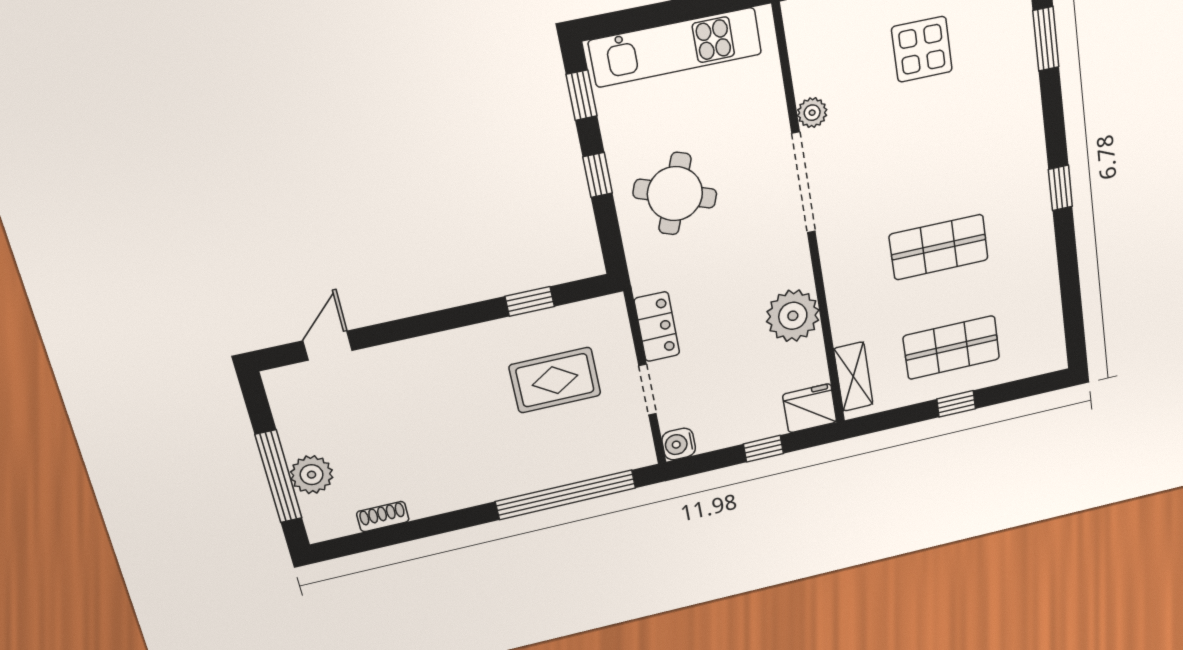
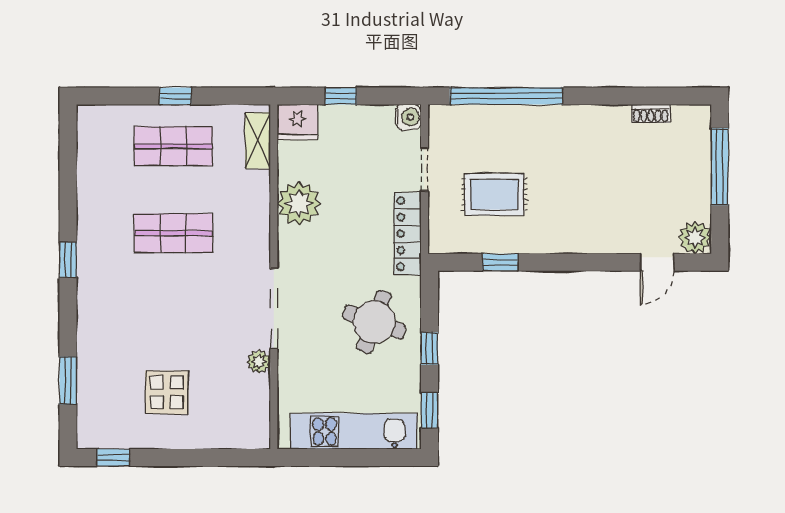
locker: (657, 327) -> (407, 234), width x1.53
plant: (312, 475) -> (695, 238), moved

